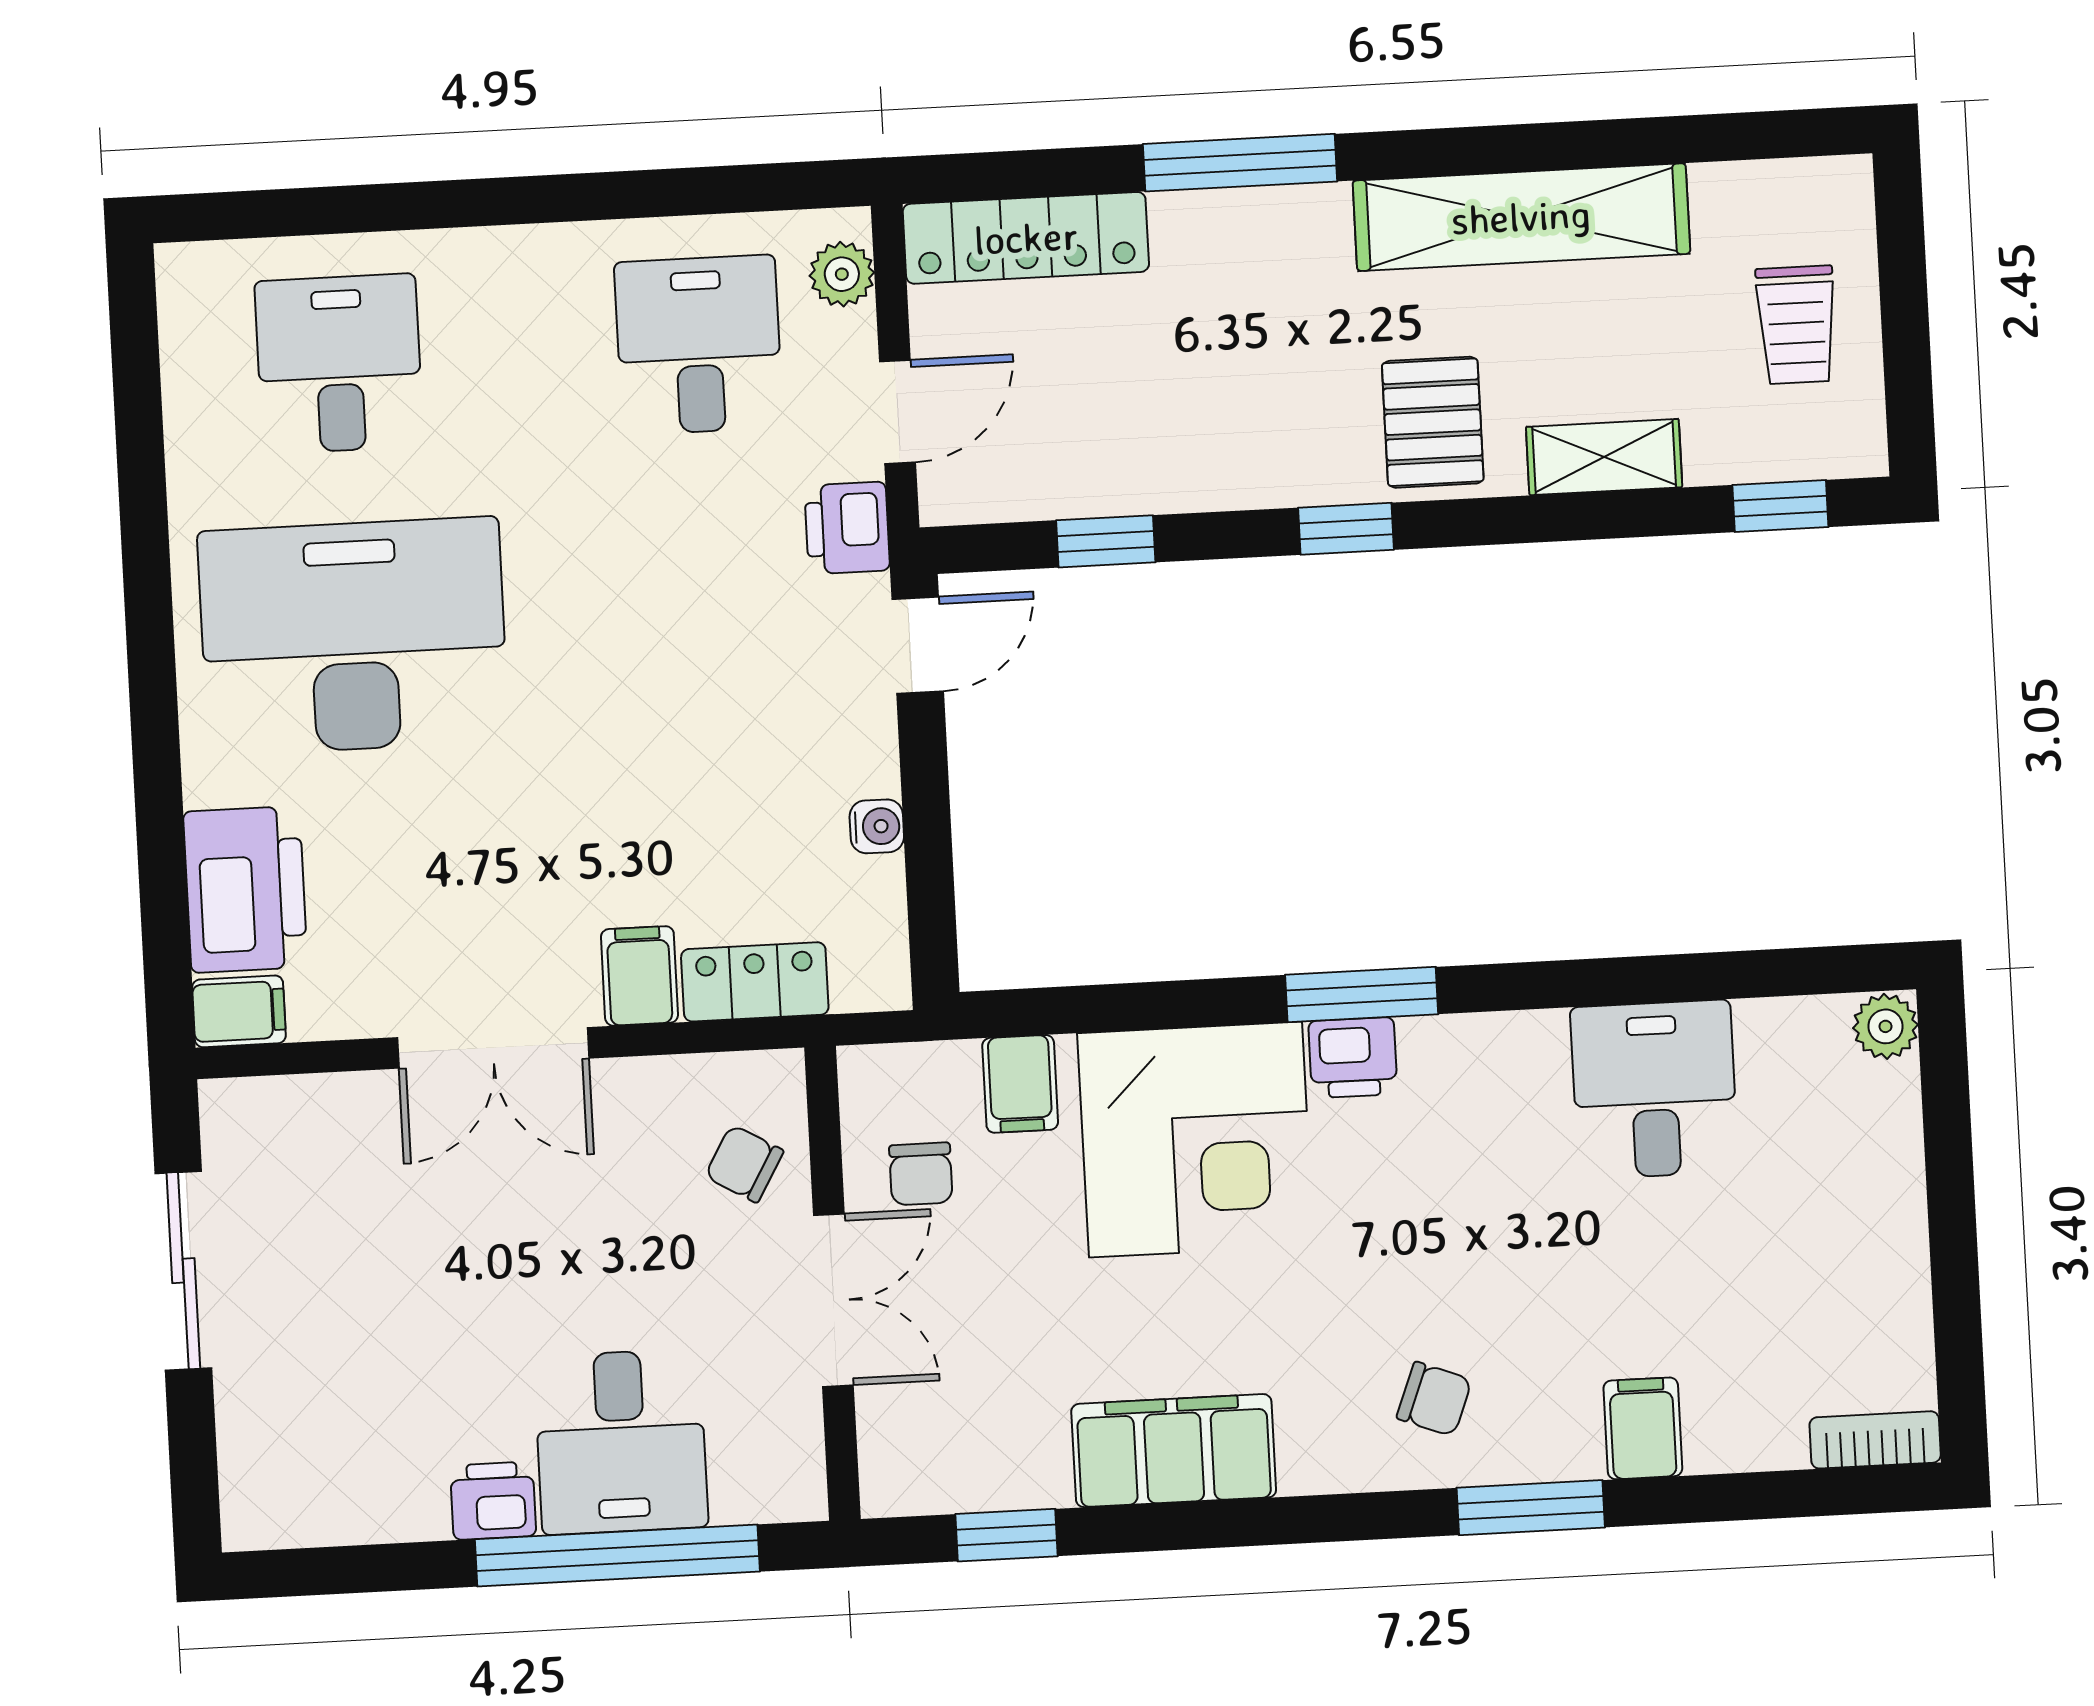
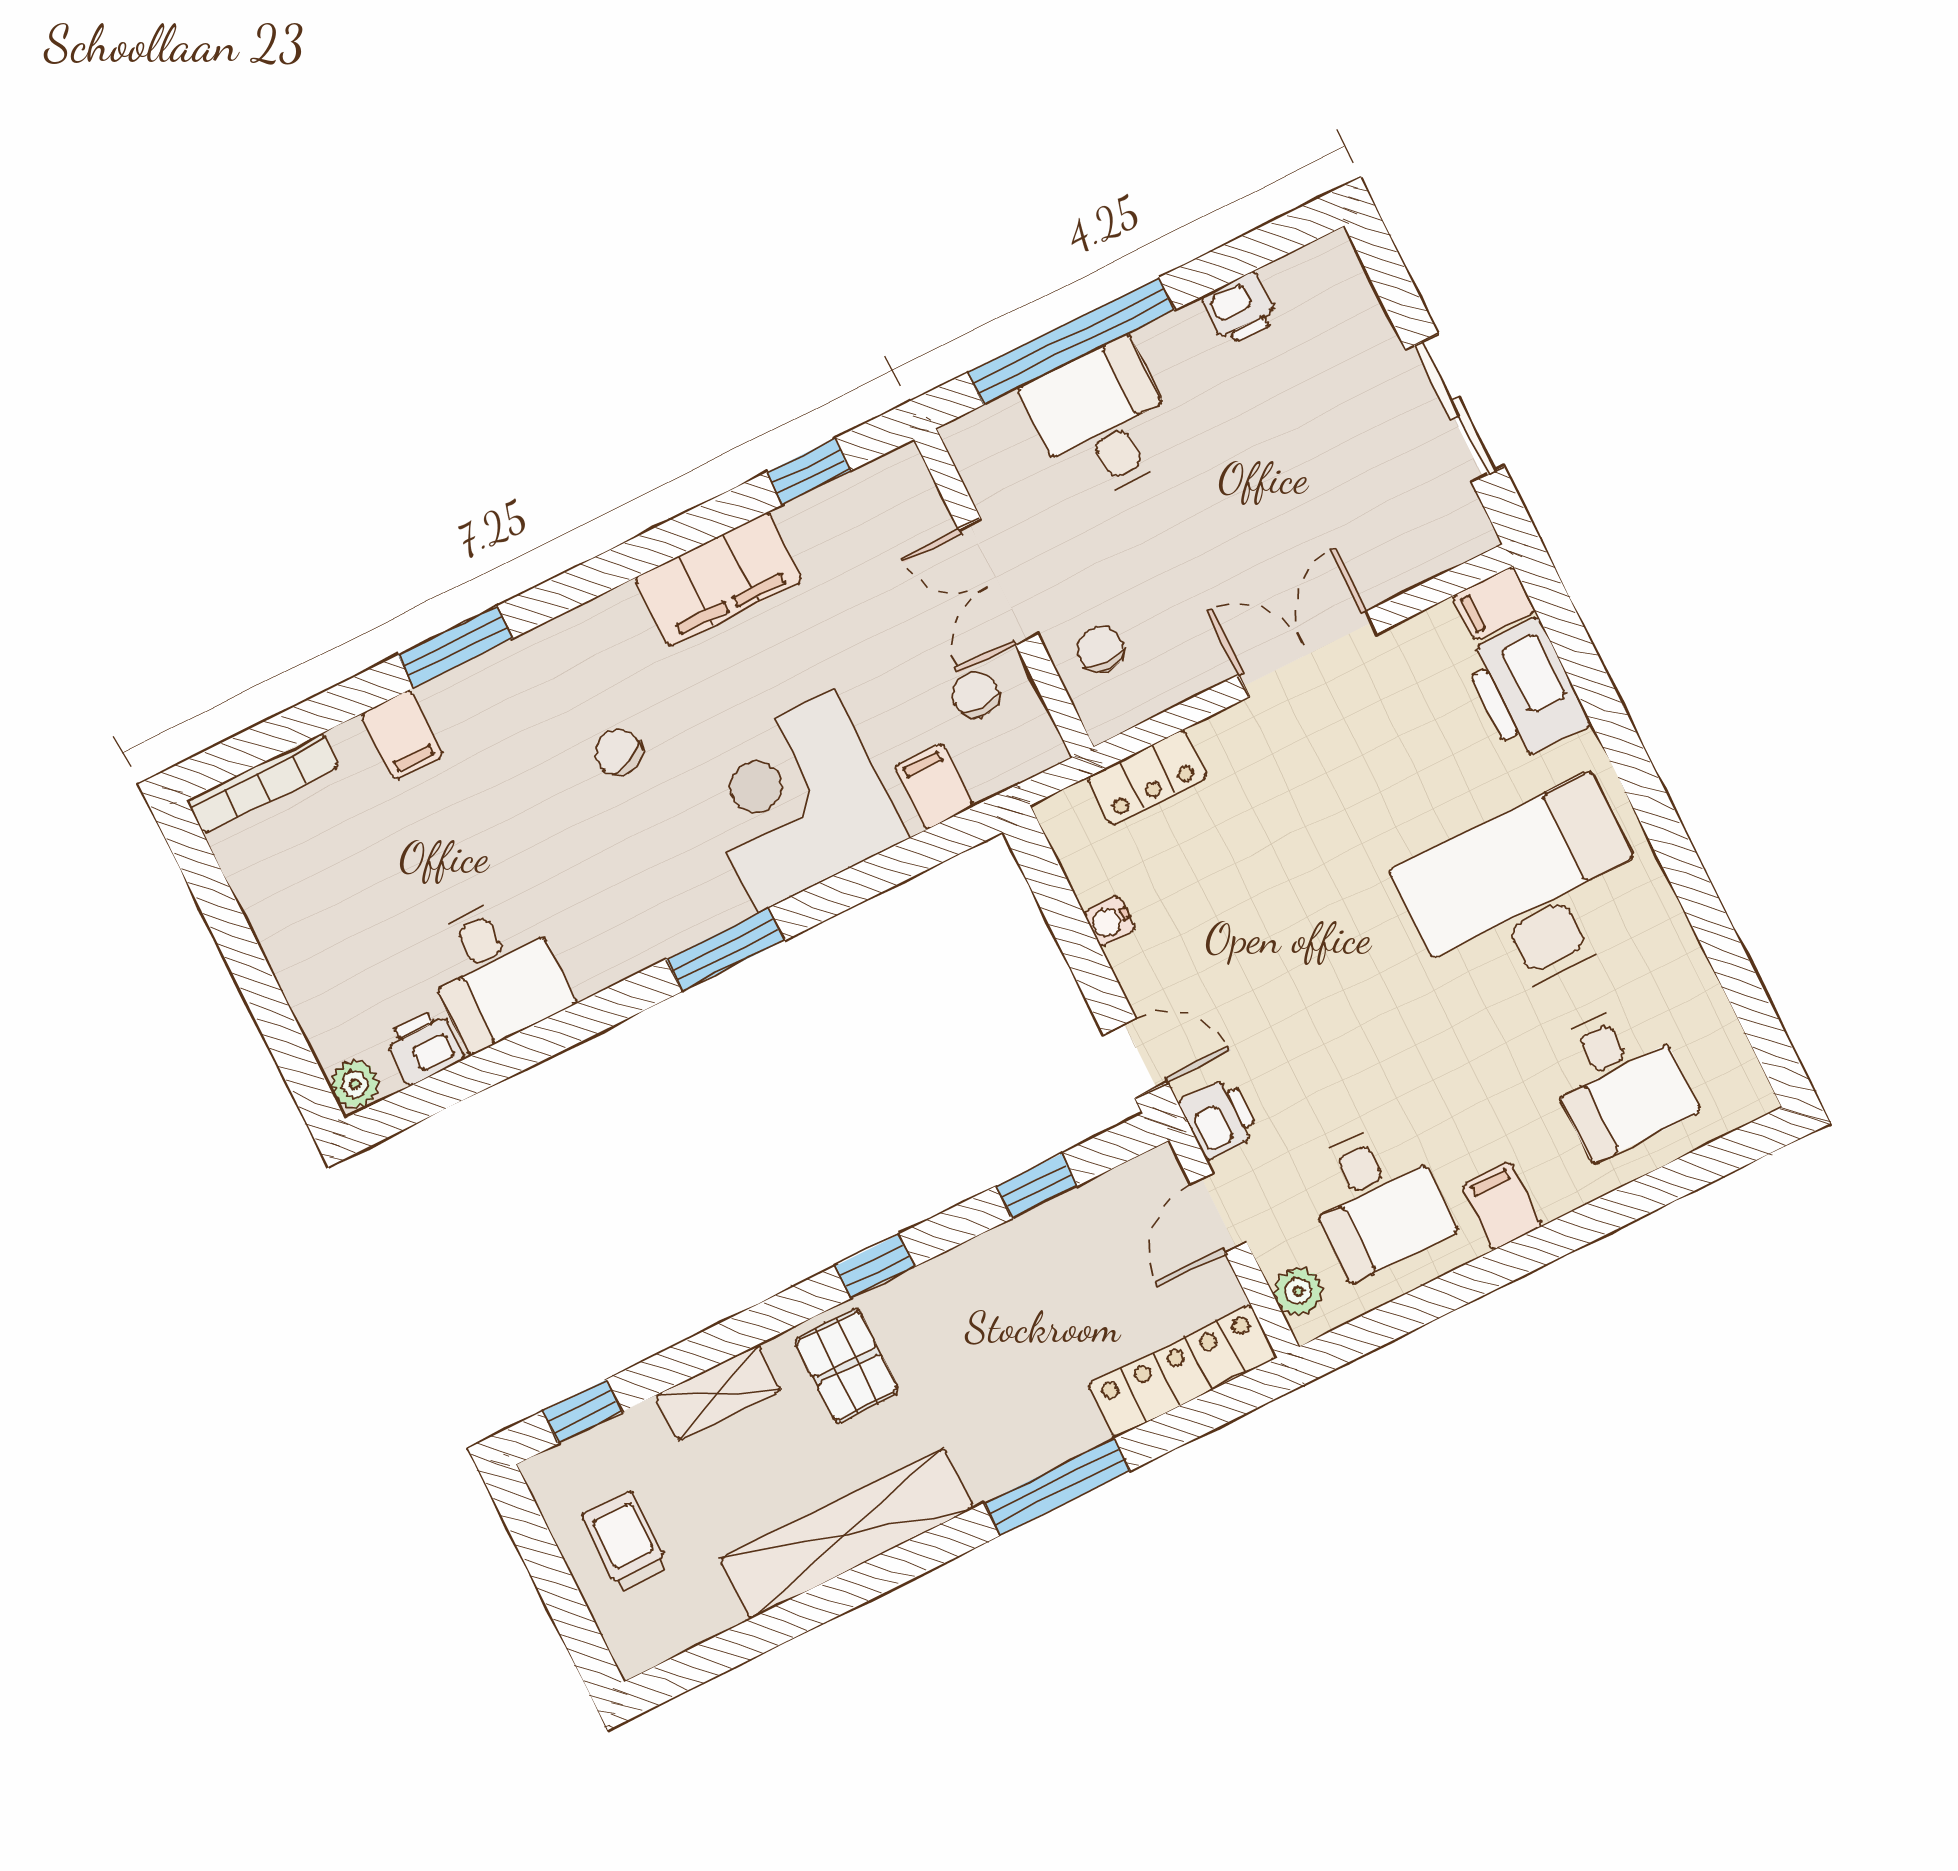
desk: (353, 636) -> (1527, 896), turned 180
door: (918, 645) -> (1135, 1058), swing flipped
filing cabinet: (639, 976) -> (1502, 1206), moved, turned 180
printer: (1353, 1058) -> (424, 1047), moved
chair: (744, 1164) -> (1100, 649), turned -120
chair: (1434, 1399) -> (618, 752), moved, turned 44
bookcase: (1875, 1440) -> (263, 784), width x1.56
printer: (493, 1501) -> (1240, 309), moved

